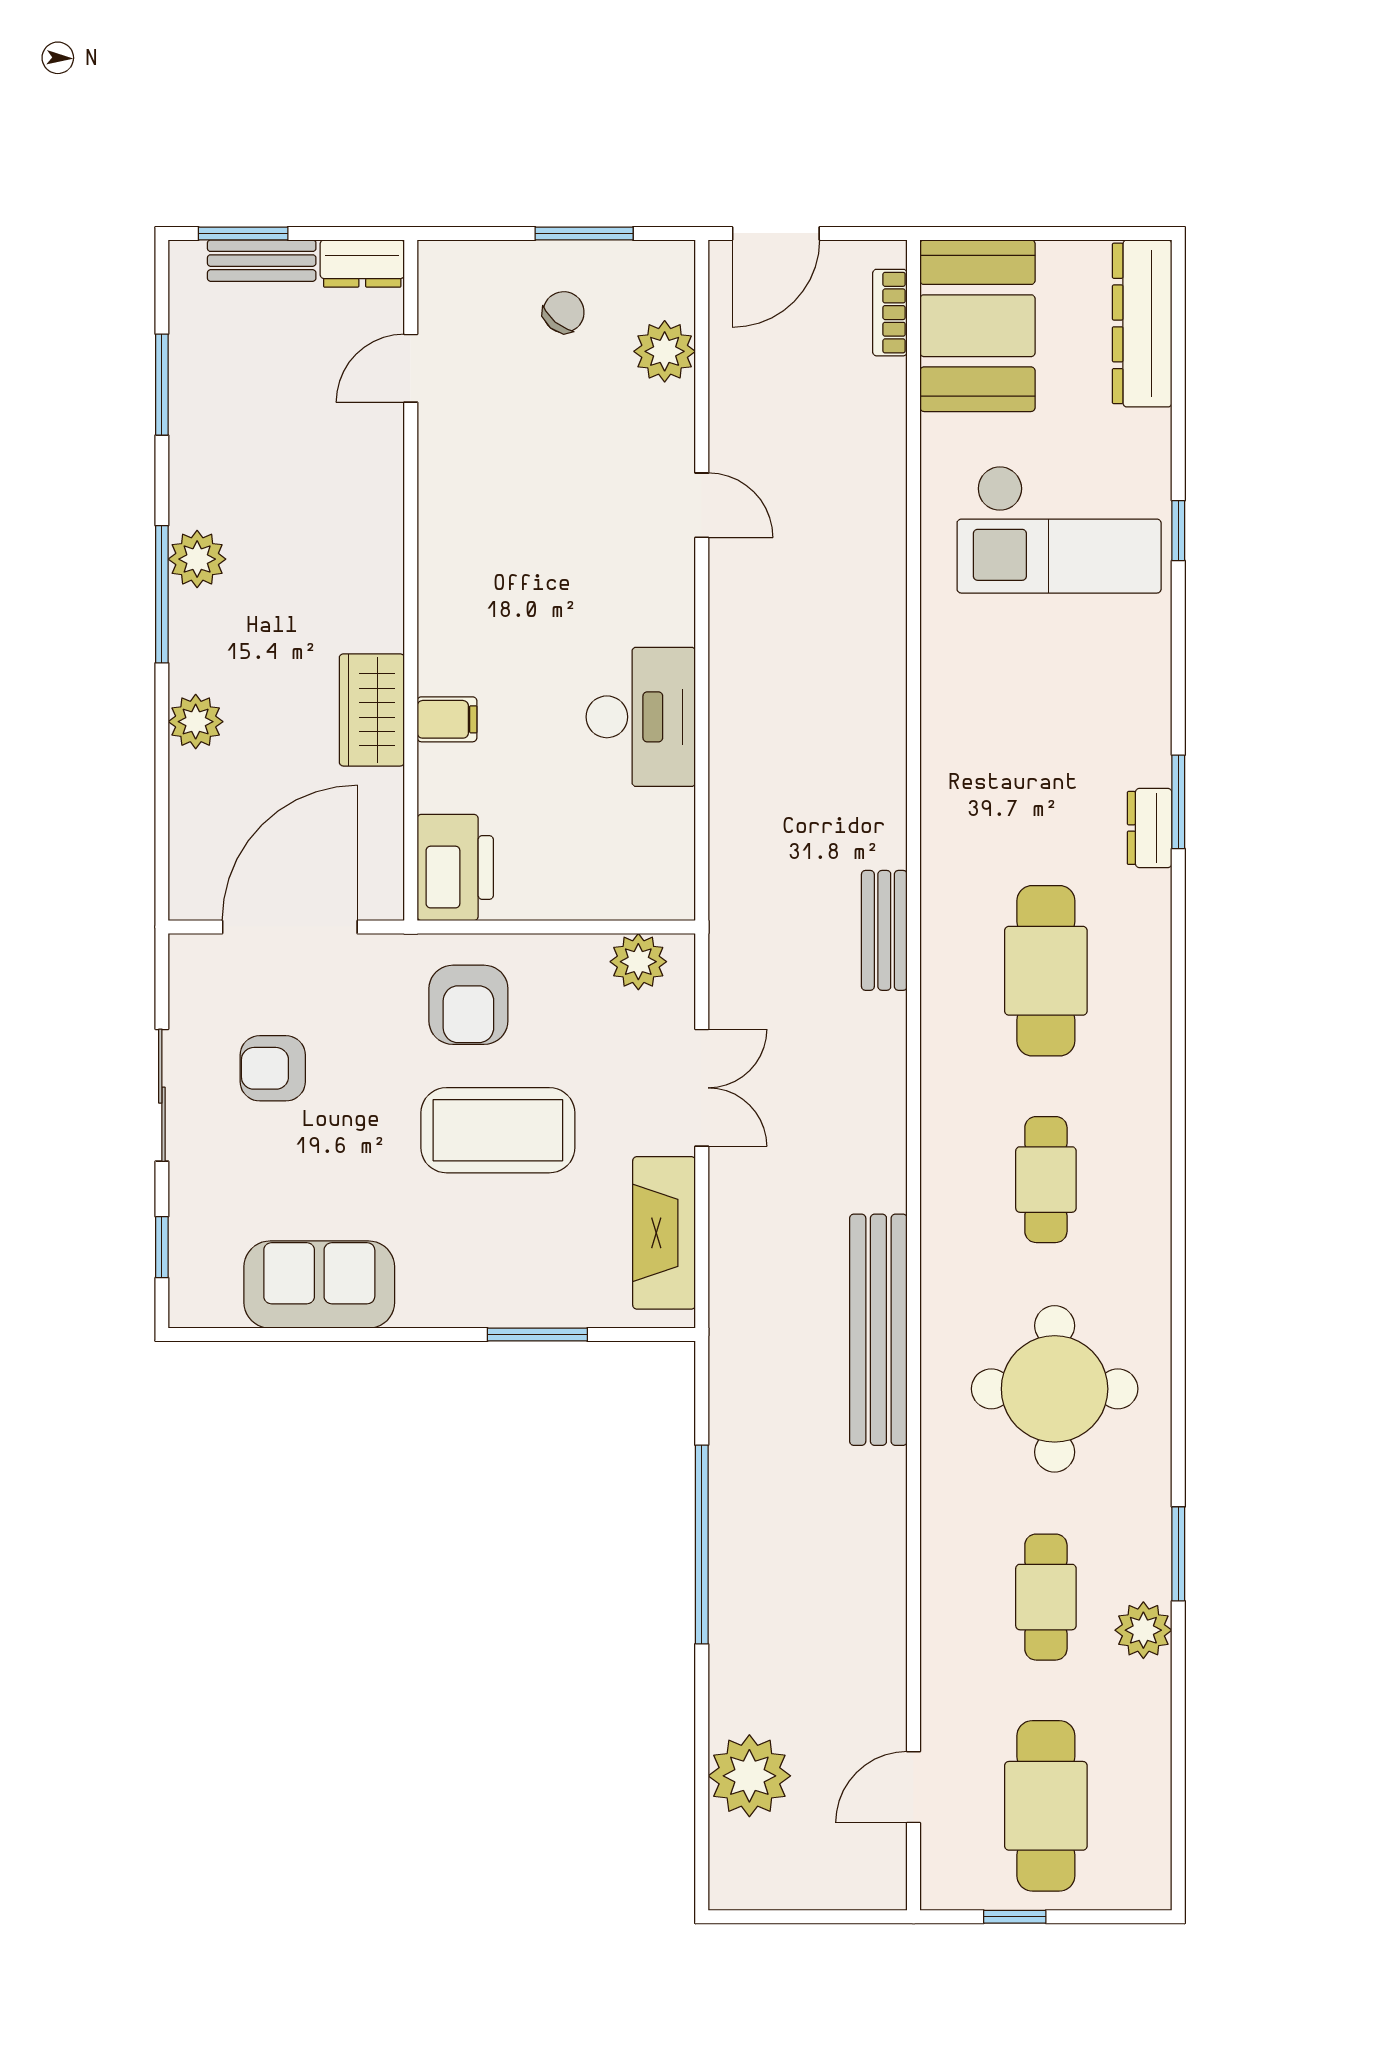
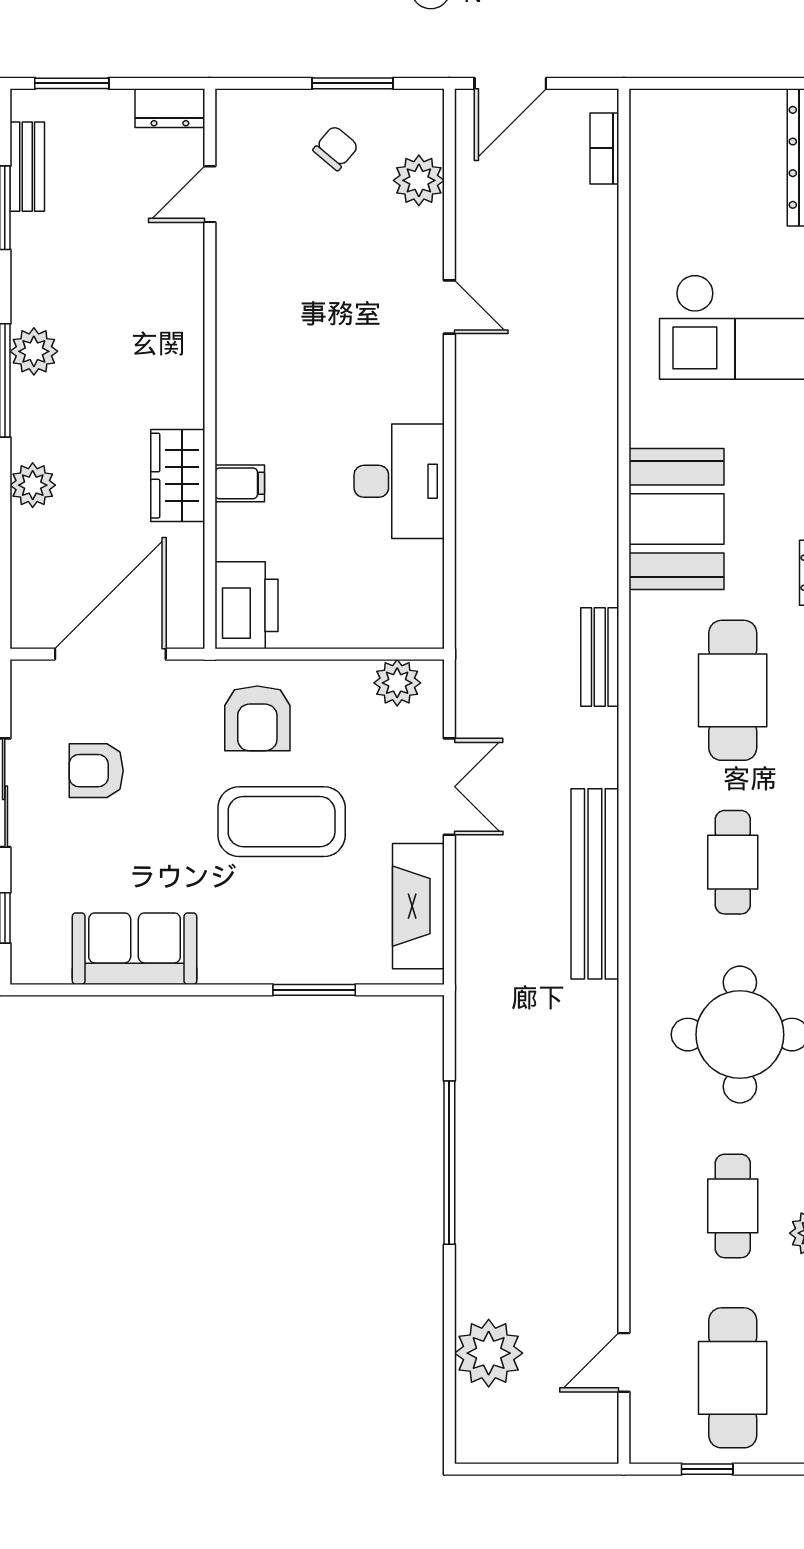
bench: (262, 261) -> (27, 167), moved, turned 90
booth: (978, 326) -> (676, 519), moved
bench: (878, 1330) -> (595, 884), moved

